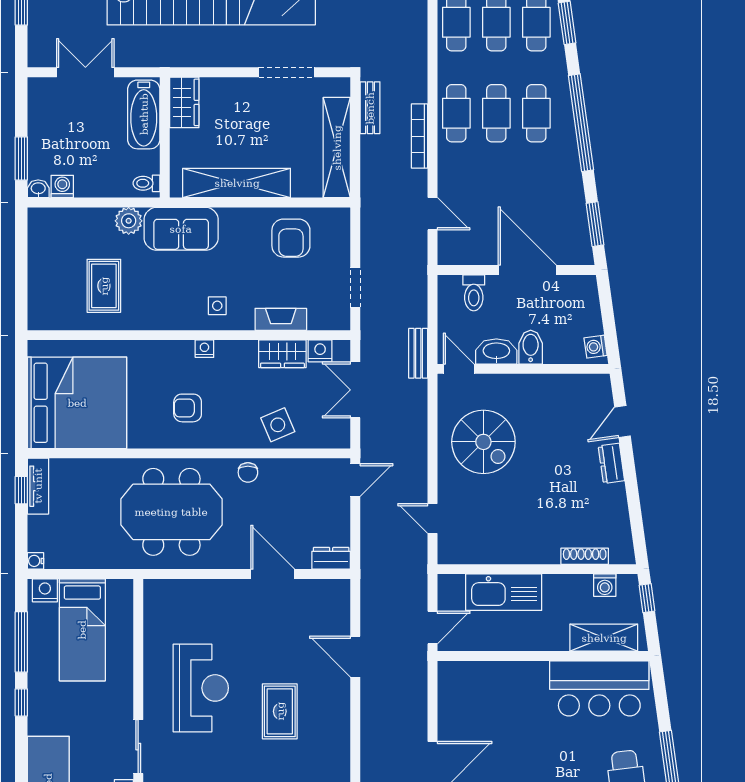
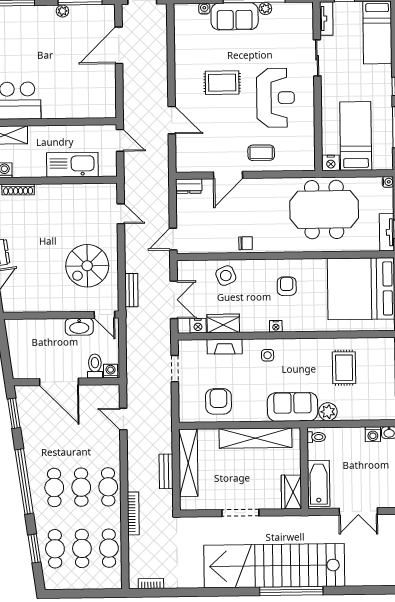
doorway: (287, 72) -> (240, 513), moved
bench: (370, 108) -> (166, 471), moved
bookcase: (419, 136) -> (133, 513), moved
bidet: (531, 347) -> (56, 330), removed
washing machine: (596, 347) -> (111, 371), moved, turned -82
bench: (418, 353) -> (131, 290), moved
armchair: (188, 408) -> (287, 286), turned -90
spiral stairs: (483, 442) -> (87, 266), turned -90
chair: (248, 472) -> (246, 243), turned 90
meeting table: (171, 512) -> (324, 210), moved
door: (273, 574) -> (228, 175), hinge flipped
nightstand: (45, 590) -> (331, 163), moved
coffee table: (223, 607) -> (261, 153), added
door: (433, 628) -> (120, 140), swing flipped
reception desk: (201, 688) -> (275, 98), turned 180
rug: (280, 711) -> (222, 83), turned 90

